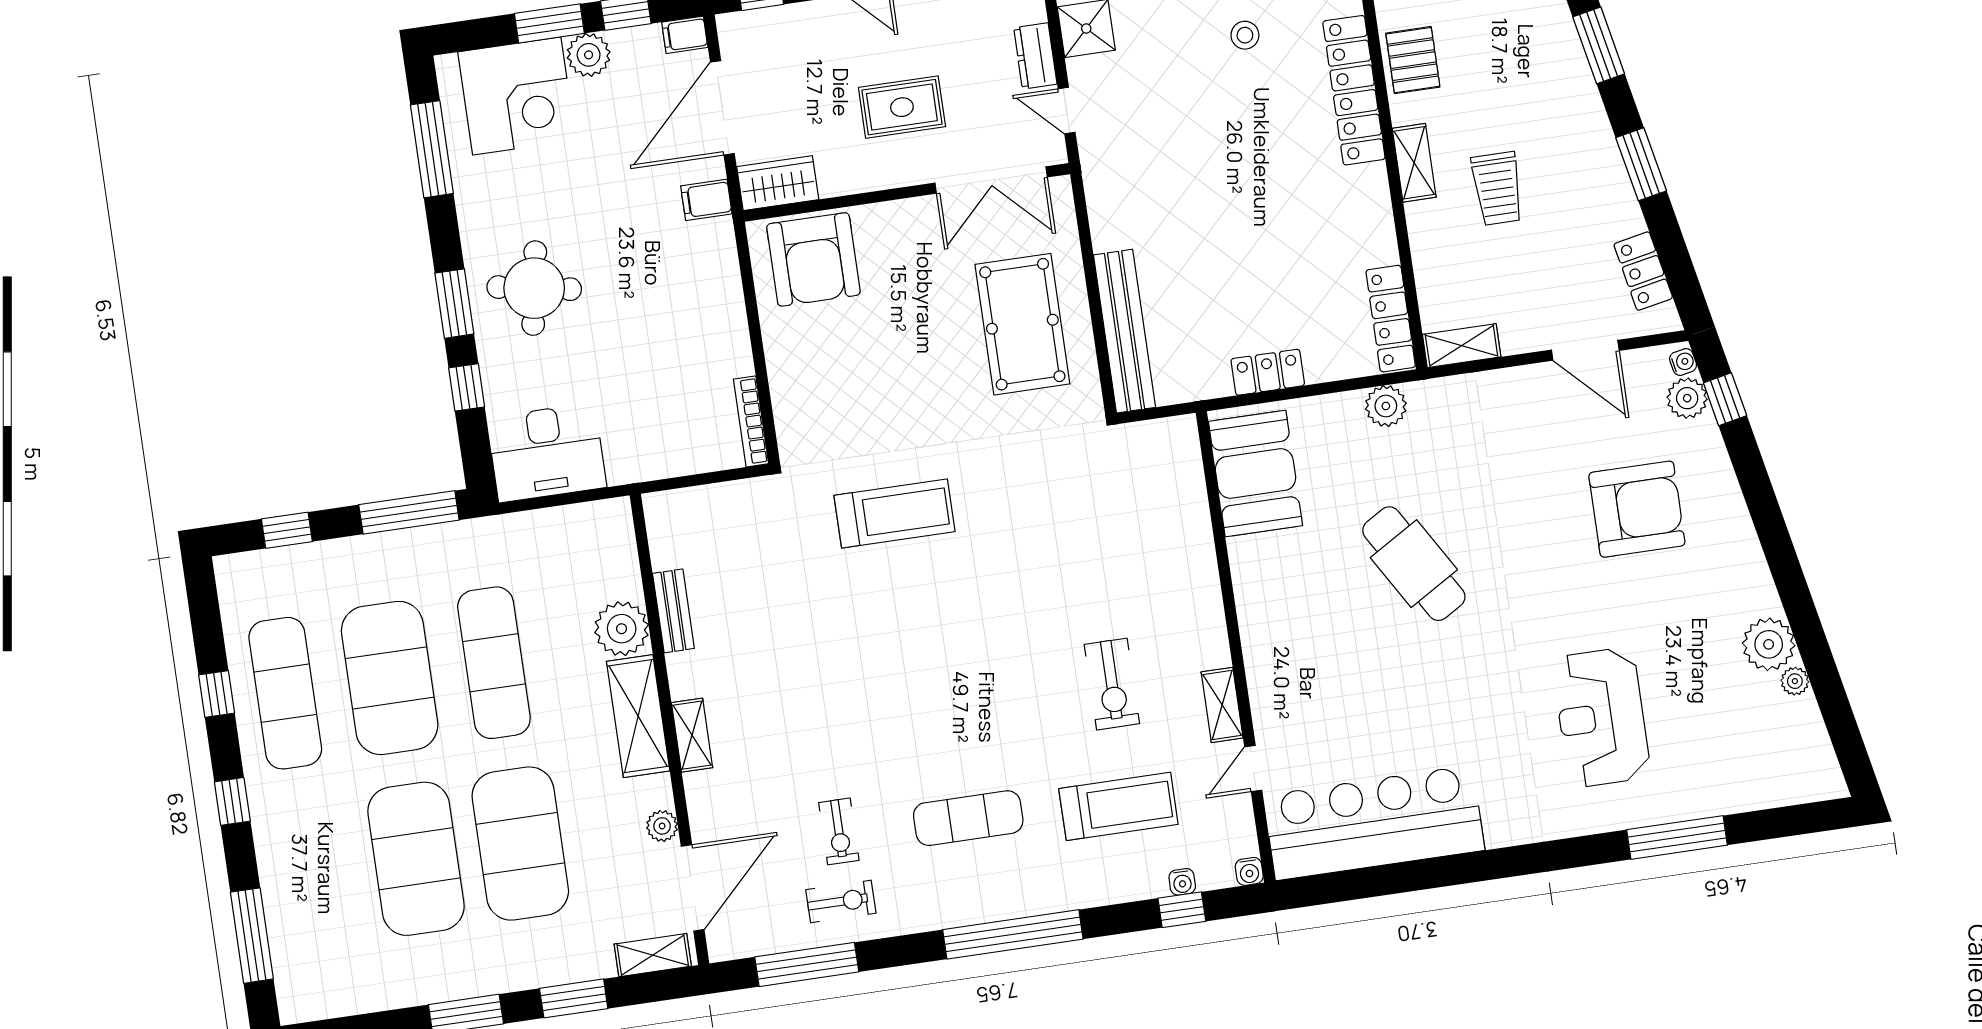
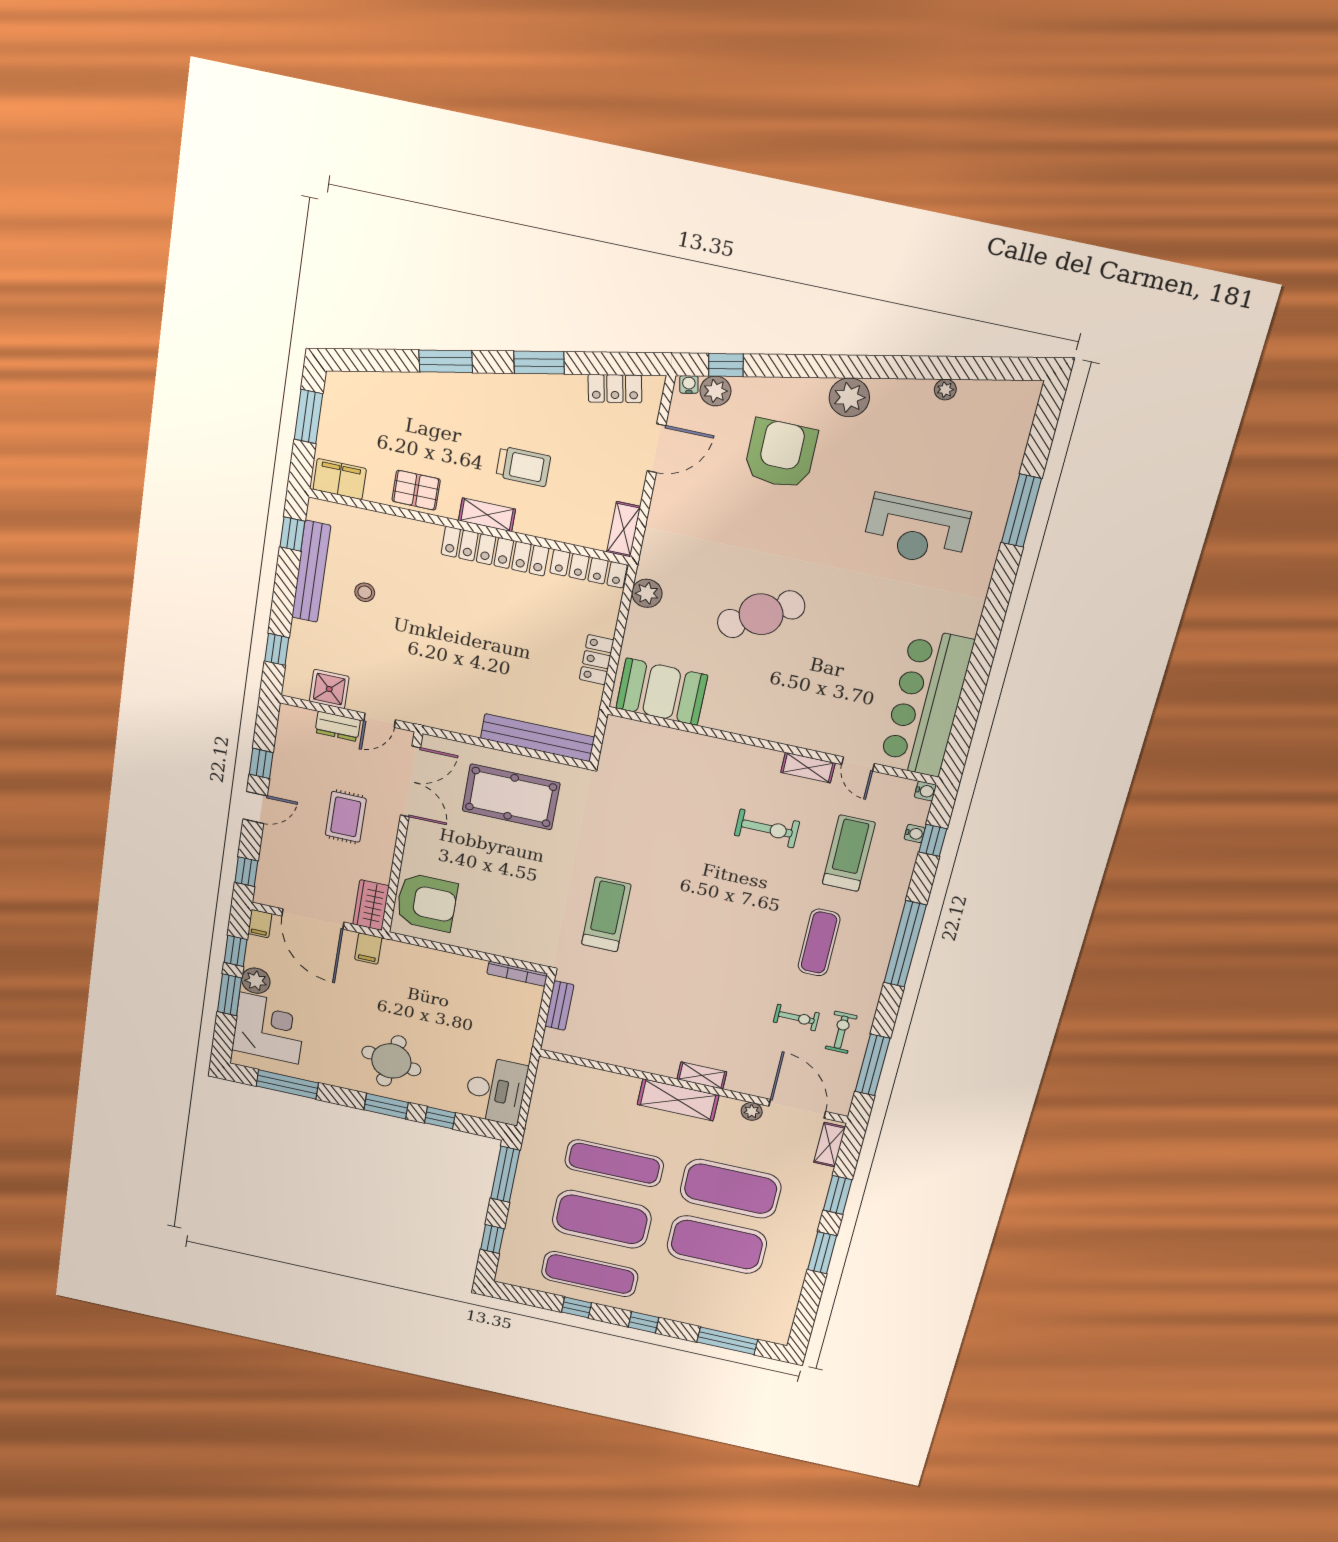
locker: (1354, 90) -> (495, 551), moved
bench: (673, 611) -> (559, 1006), moved, turned 90
plant: (622, 629) -> (620, 1089), removed
plant: (1769, 644) -> (849, 397), moved

